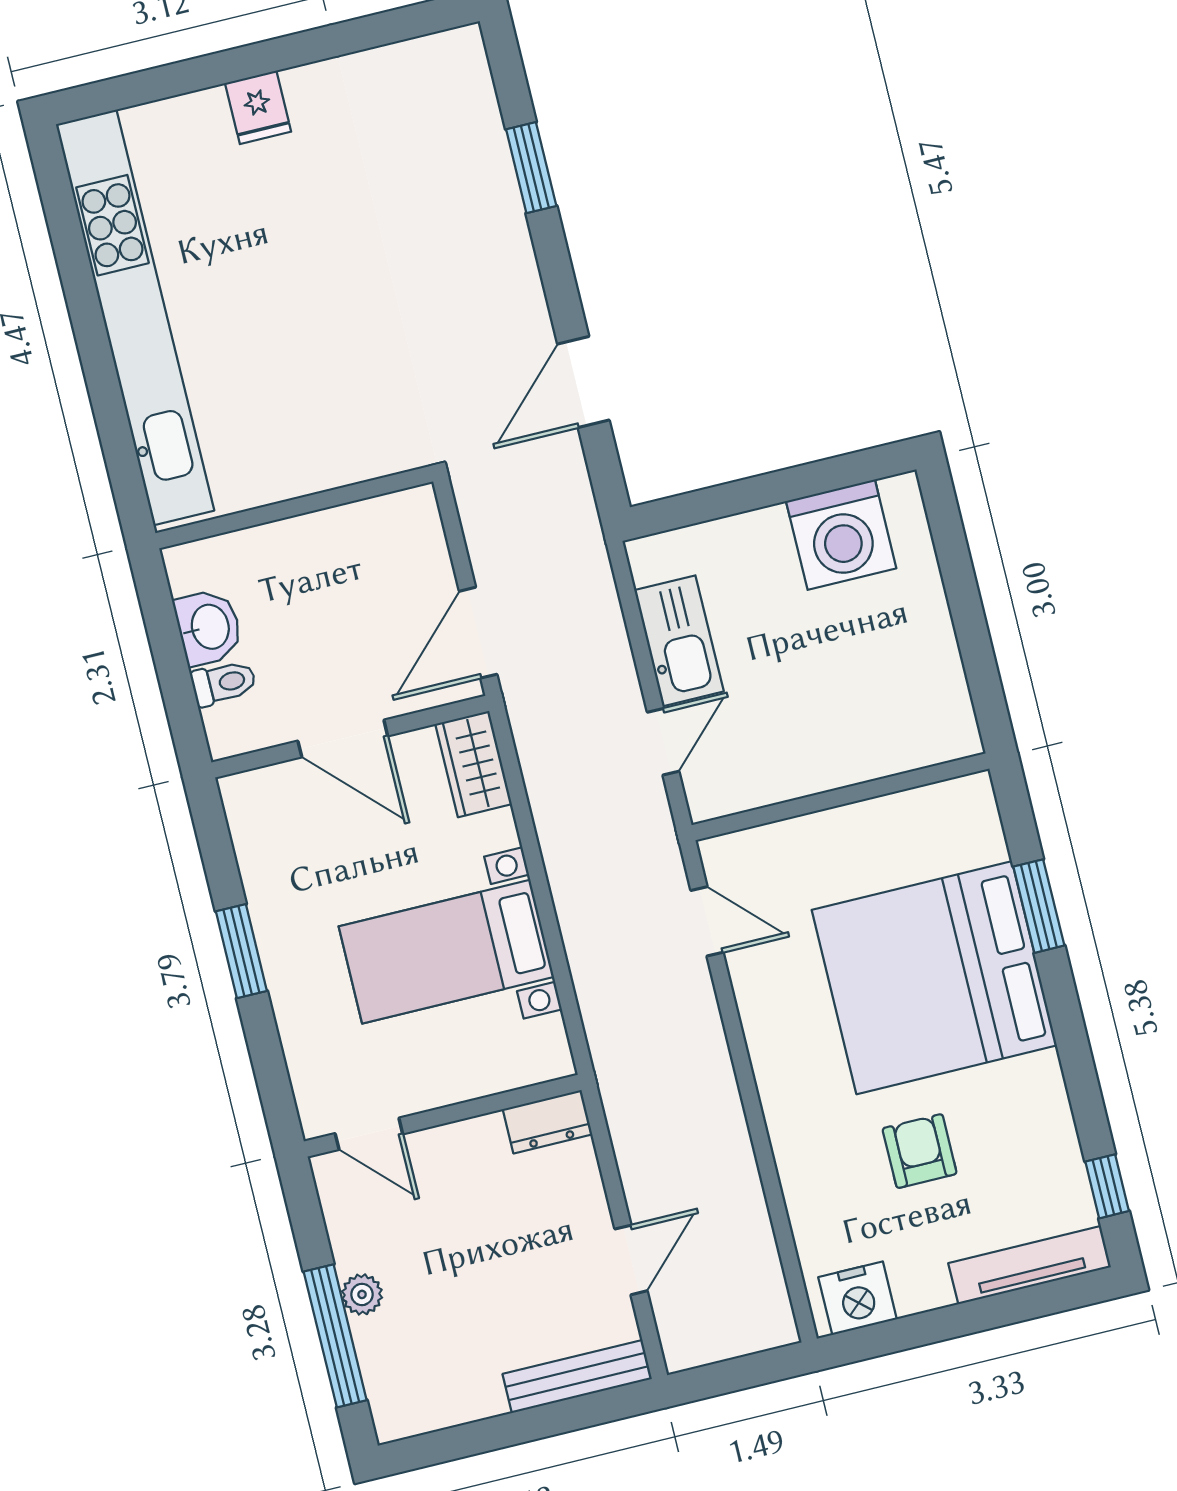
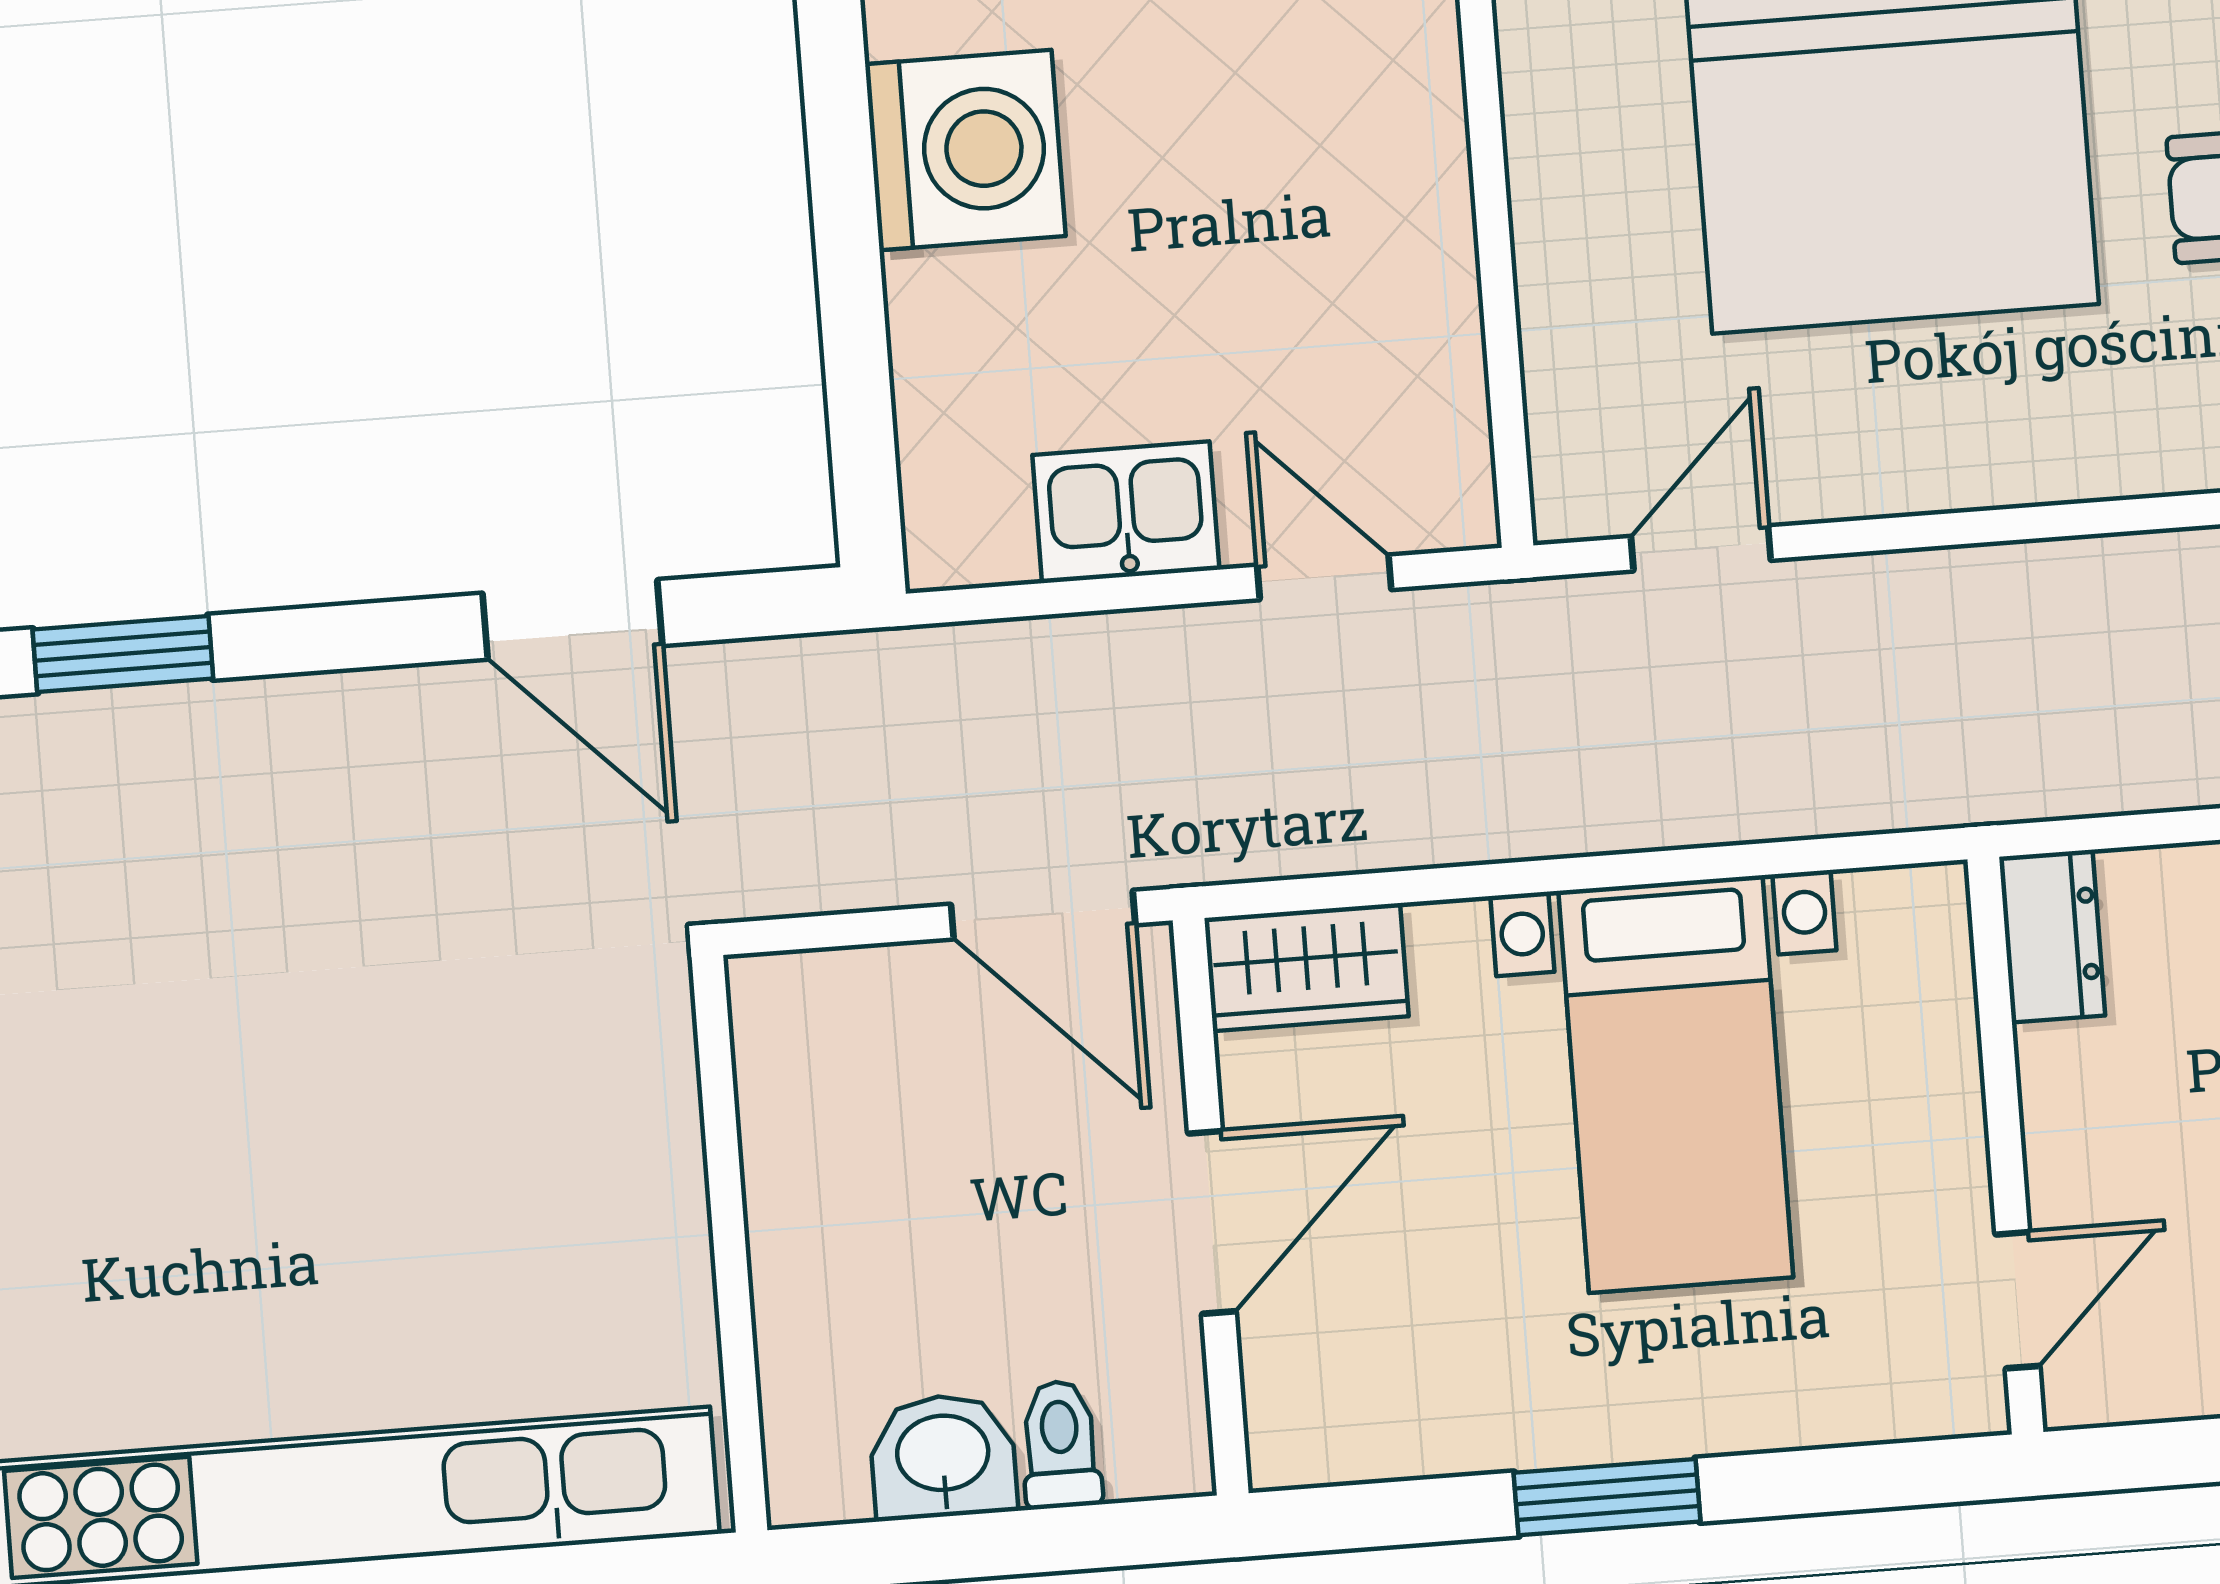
kitchen sink: (679, 641) -> (1126, 512), width x0.73

